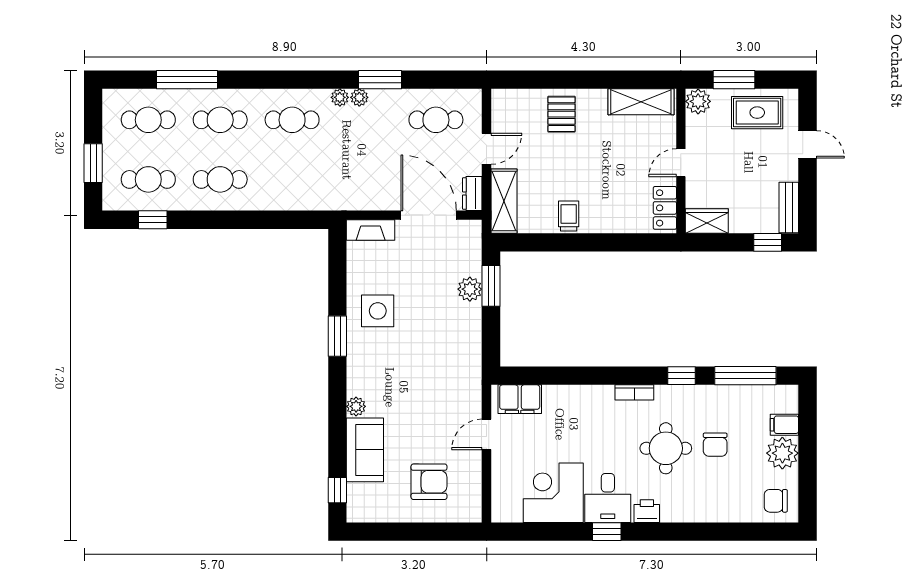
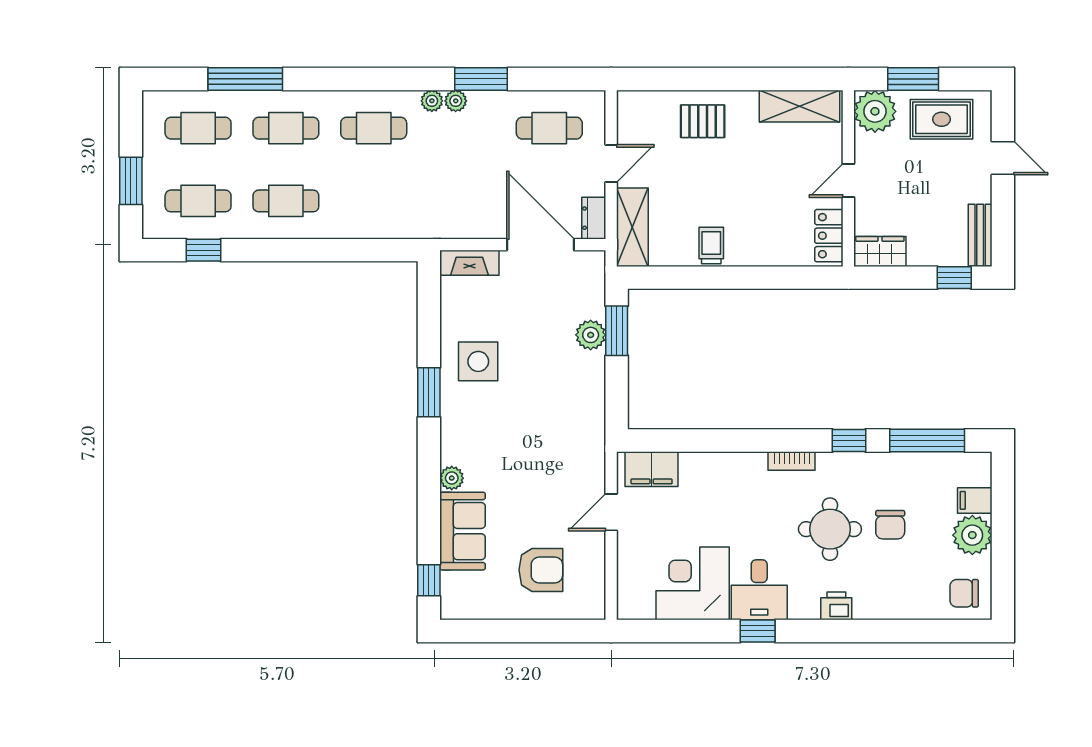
plant: (698, 101) -> (875, 111), width x1.36, depth x1.36
pallet: (562, 114) -> (703, 121), turned 90
printer: (647, 511) -> (836, 606), moved

